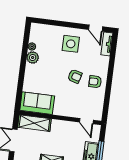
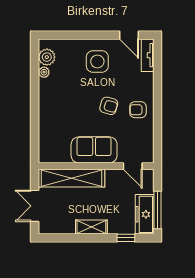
plant: (33, 58) -> (47, 57), moved
sofa: (37, 103) -> (94, 150), moved
shelving: (34, 123) -> (72, 178), width x1.47

